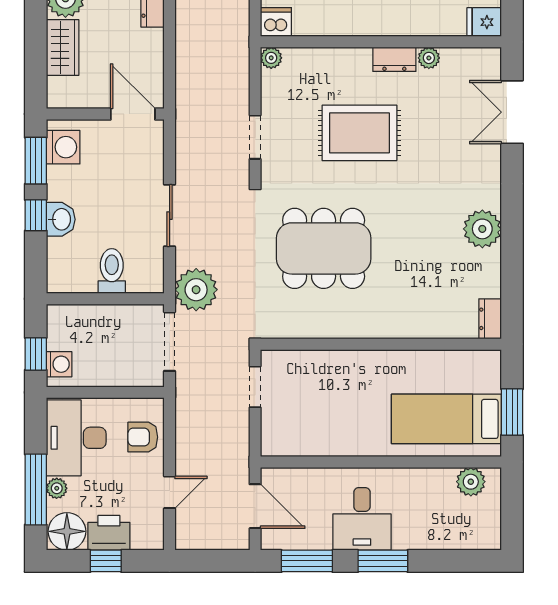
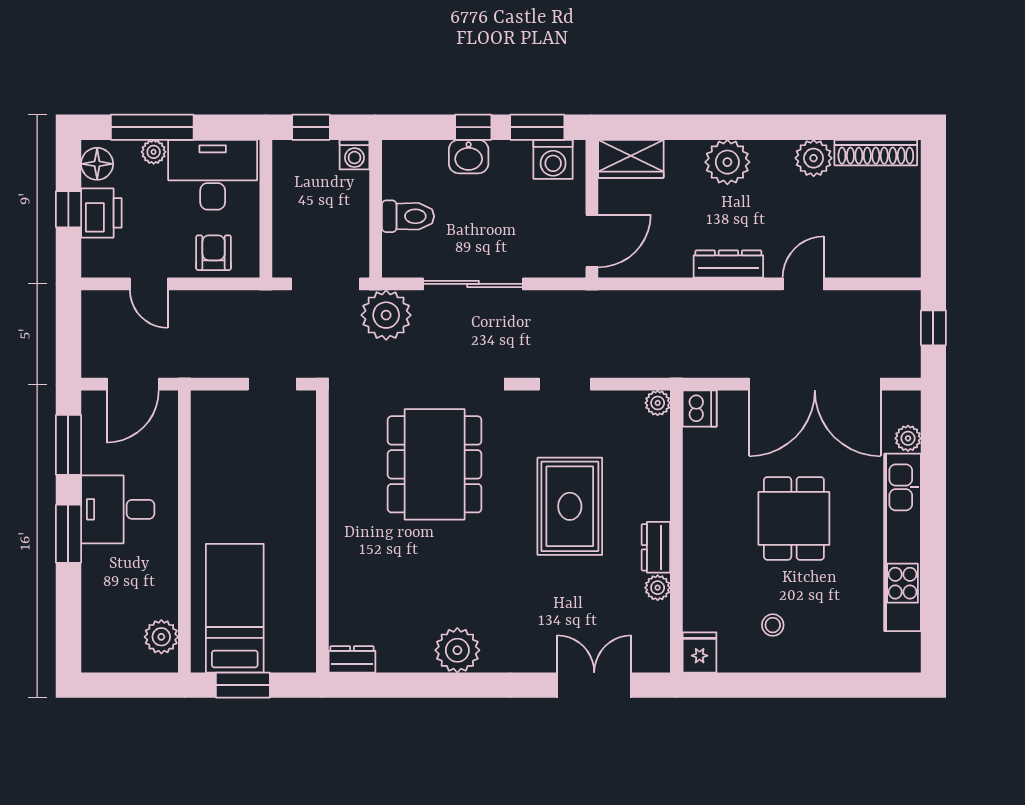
wardrobe: (63, 48) -> (631, 159), moved
sliding door: (170, 216) -> (473, 284), width x1.37
washing machine: (59, 364) -> (354, 155), moved
floor lamp: (67, 531) -> (97, 164), width x0.73, depth x0.73

